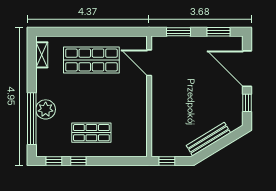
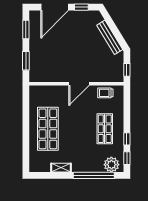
shelving: (42, 55) -> (61, 168), moved
door: (149, 63) -> (79, 84), moved
plant: (46, 109) -> (111, 165), moved
trolley: (137, 134) -> (105, 93), added

